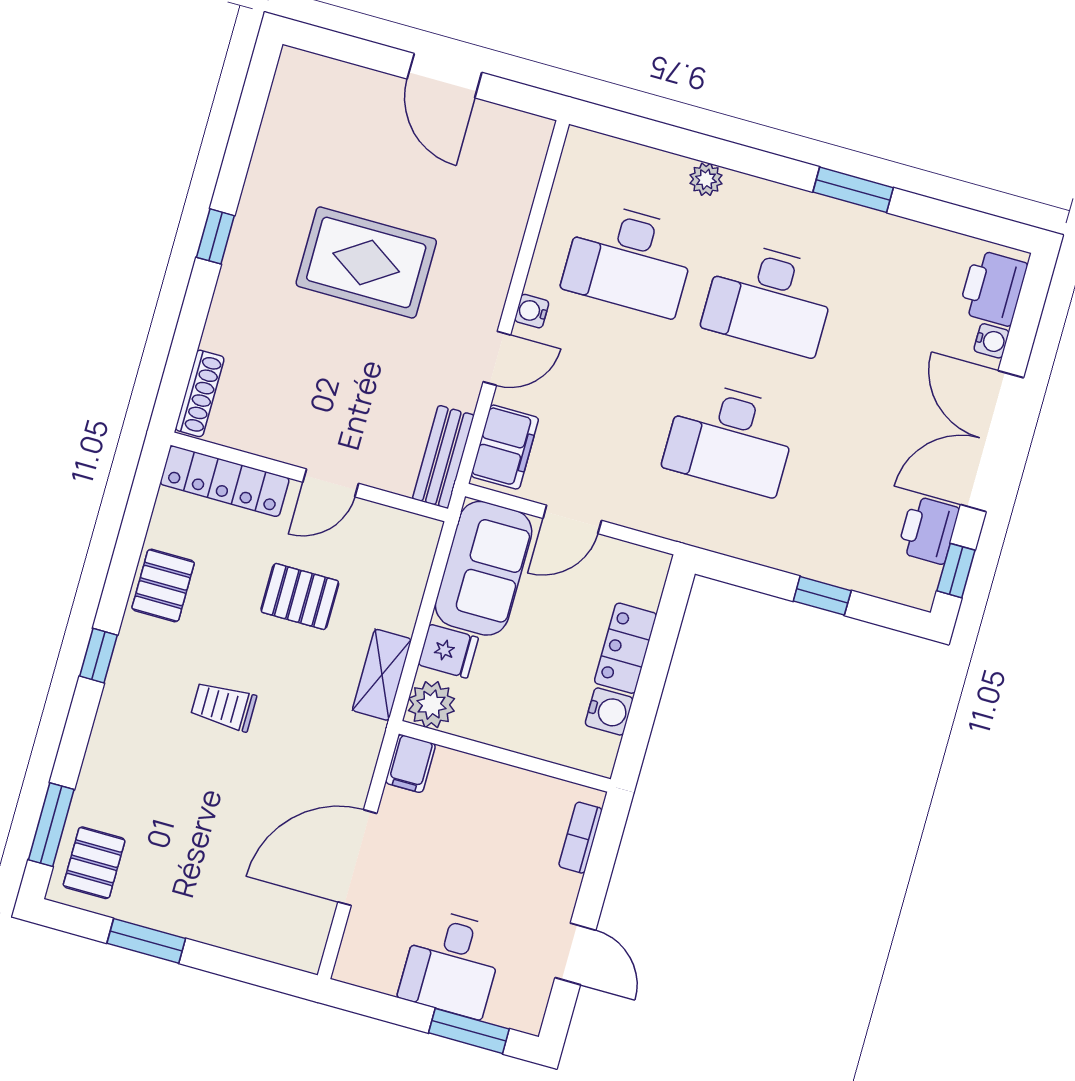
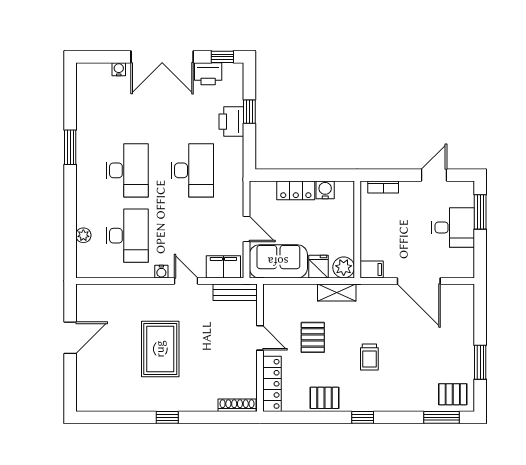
plant: (706, 179) -> (83, 235), moved
printer: (993, 288) -> (231, 122), moved, turned 90

